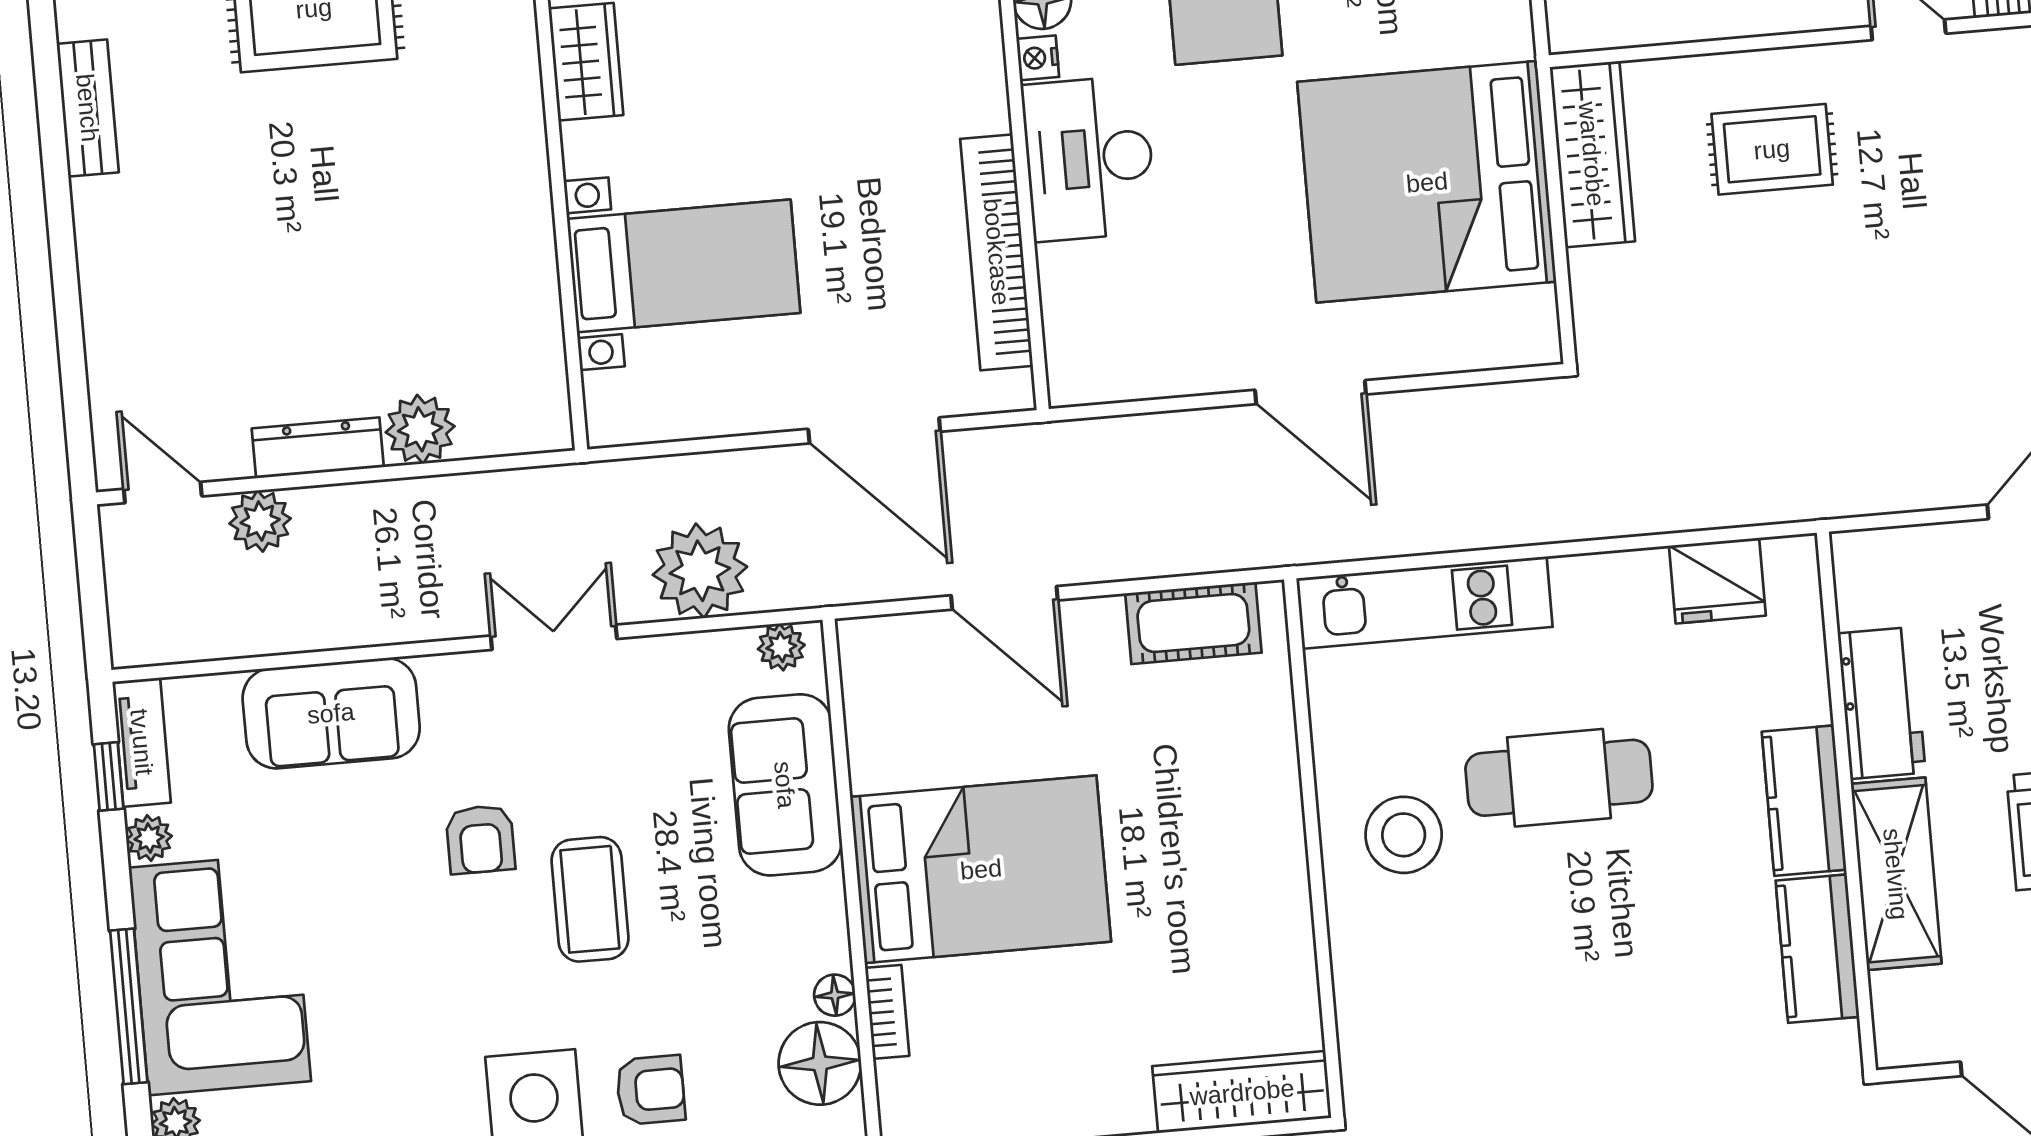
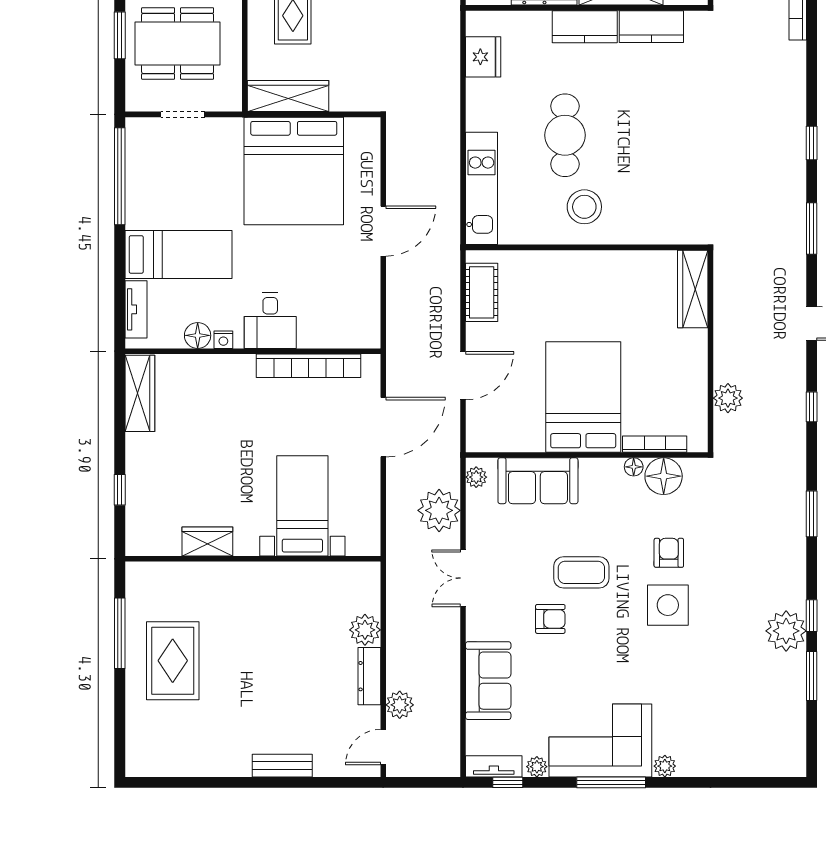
bench: (88, 108) -> (282, 766), moved
desk: (1089, 158) -> (270, 321), width x0.73
bookcase: (887, 1012) -> (655, 444), width x1.56

